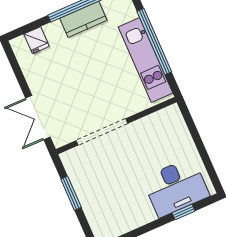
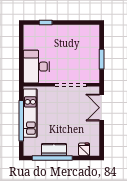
double door: (38, 118) -> (102, 108), swing flipped
desk: (176, 187) -> (36, 67), moved, turned -90

